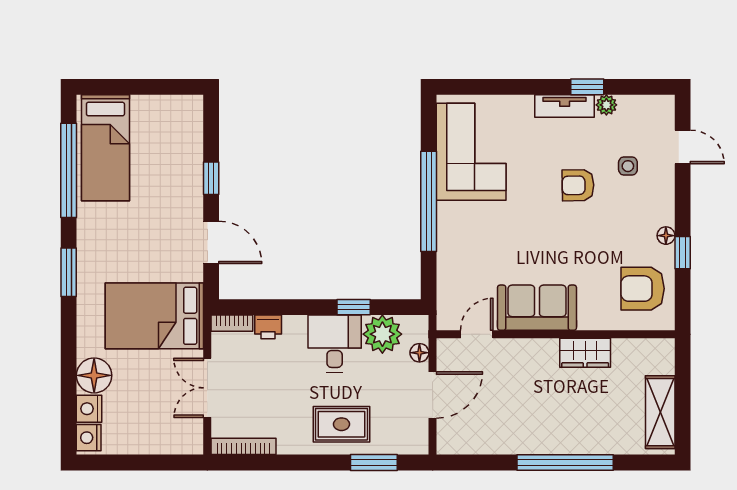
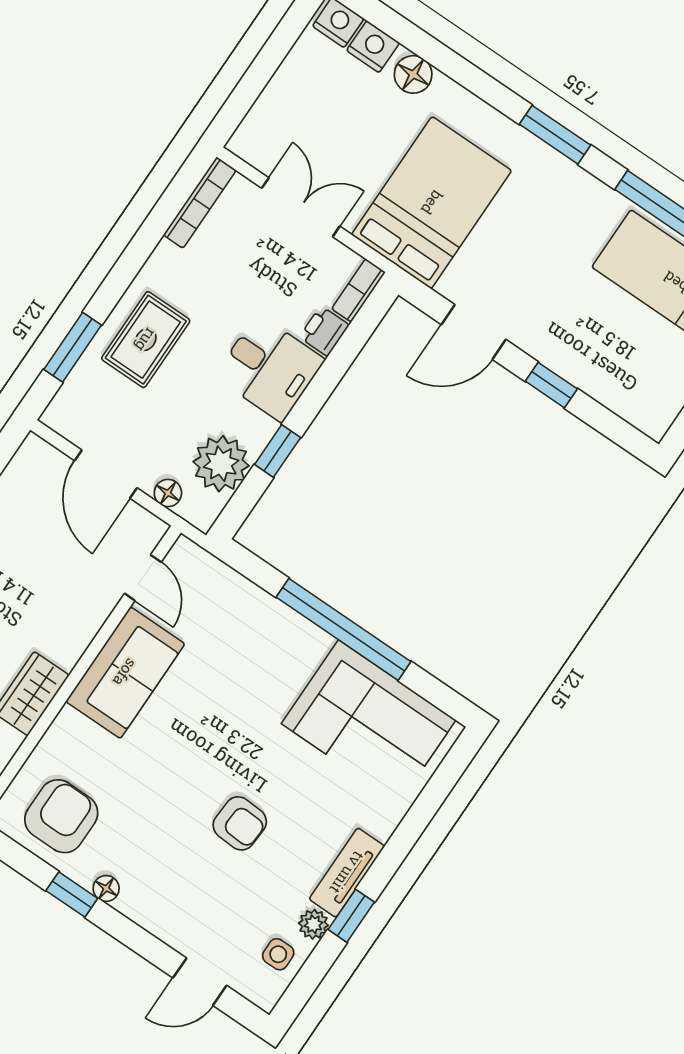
side table: (628, 166) -> (278, 954), moved
armchair: (578, 185) -> (240, 823), turned 94
desk: (335, 343) -> (270, 368), moved
floor lamp: (94, 375) -> (413, 74), width x0.73, depth x0.73

